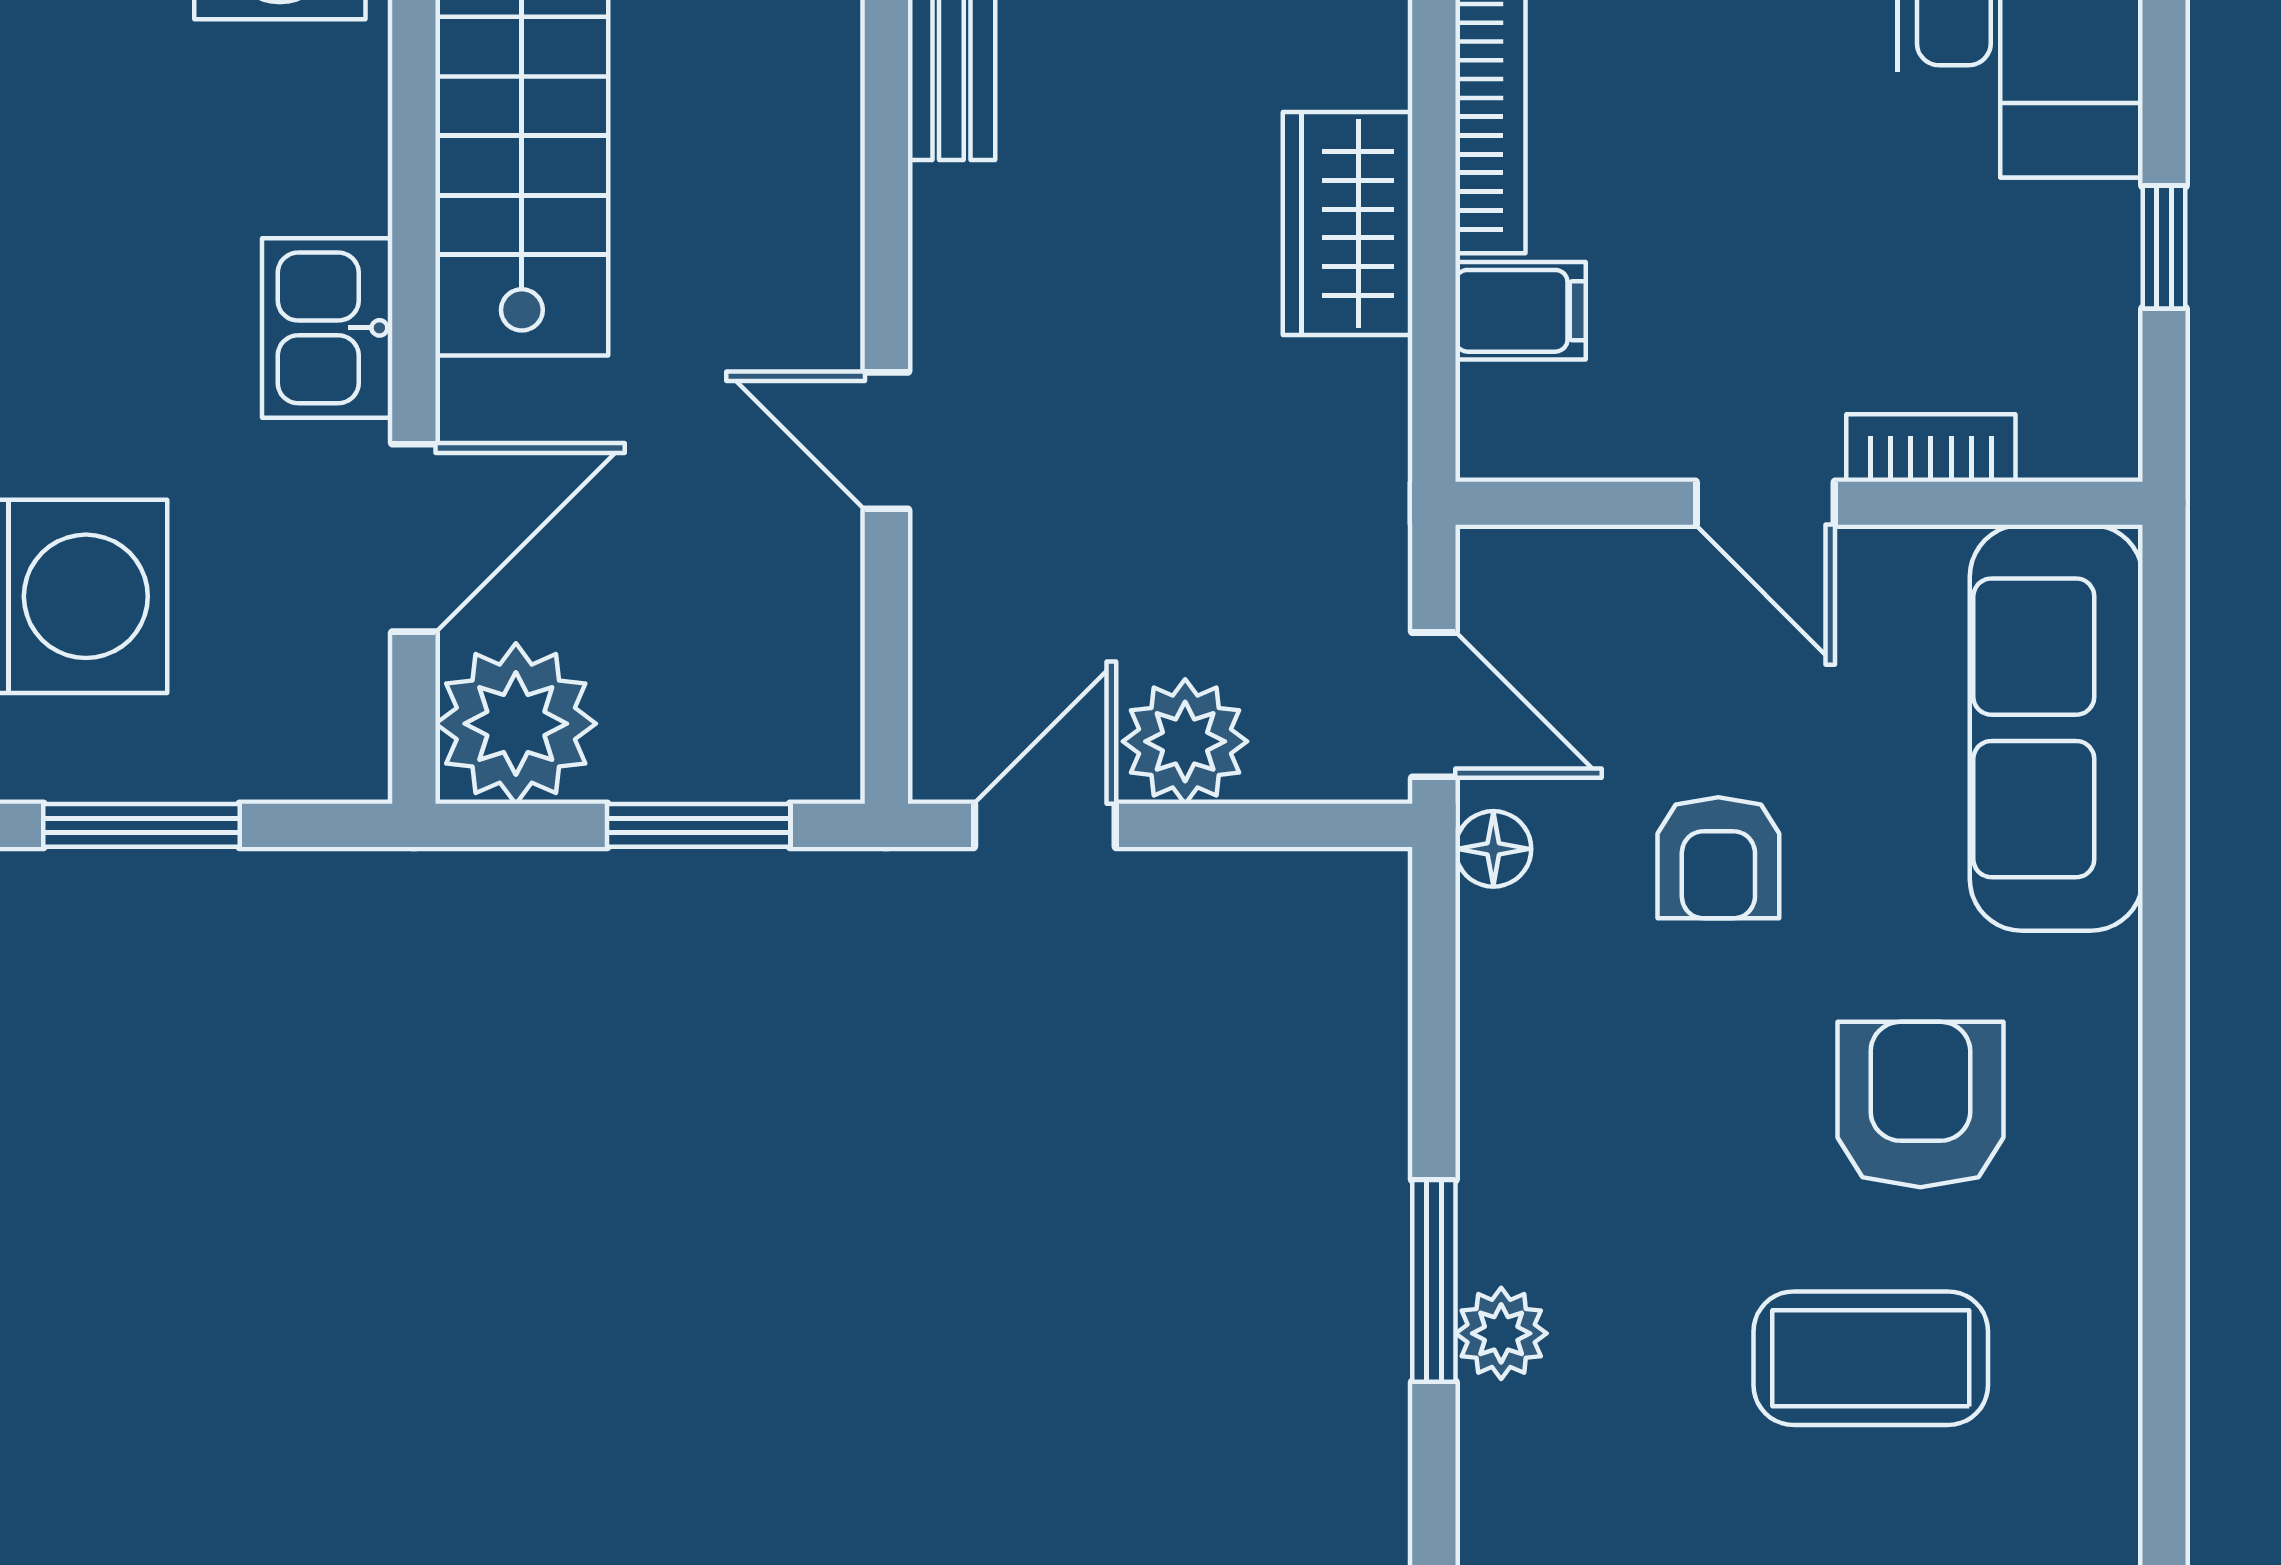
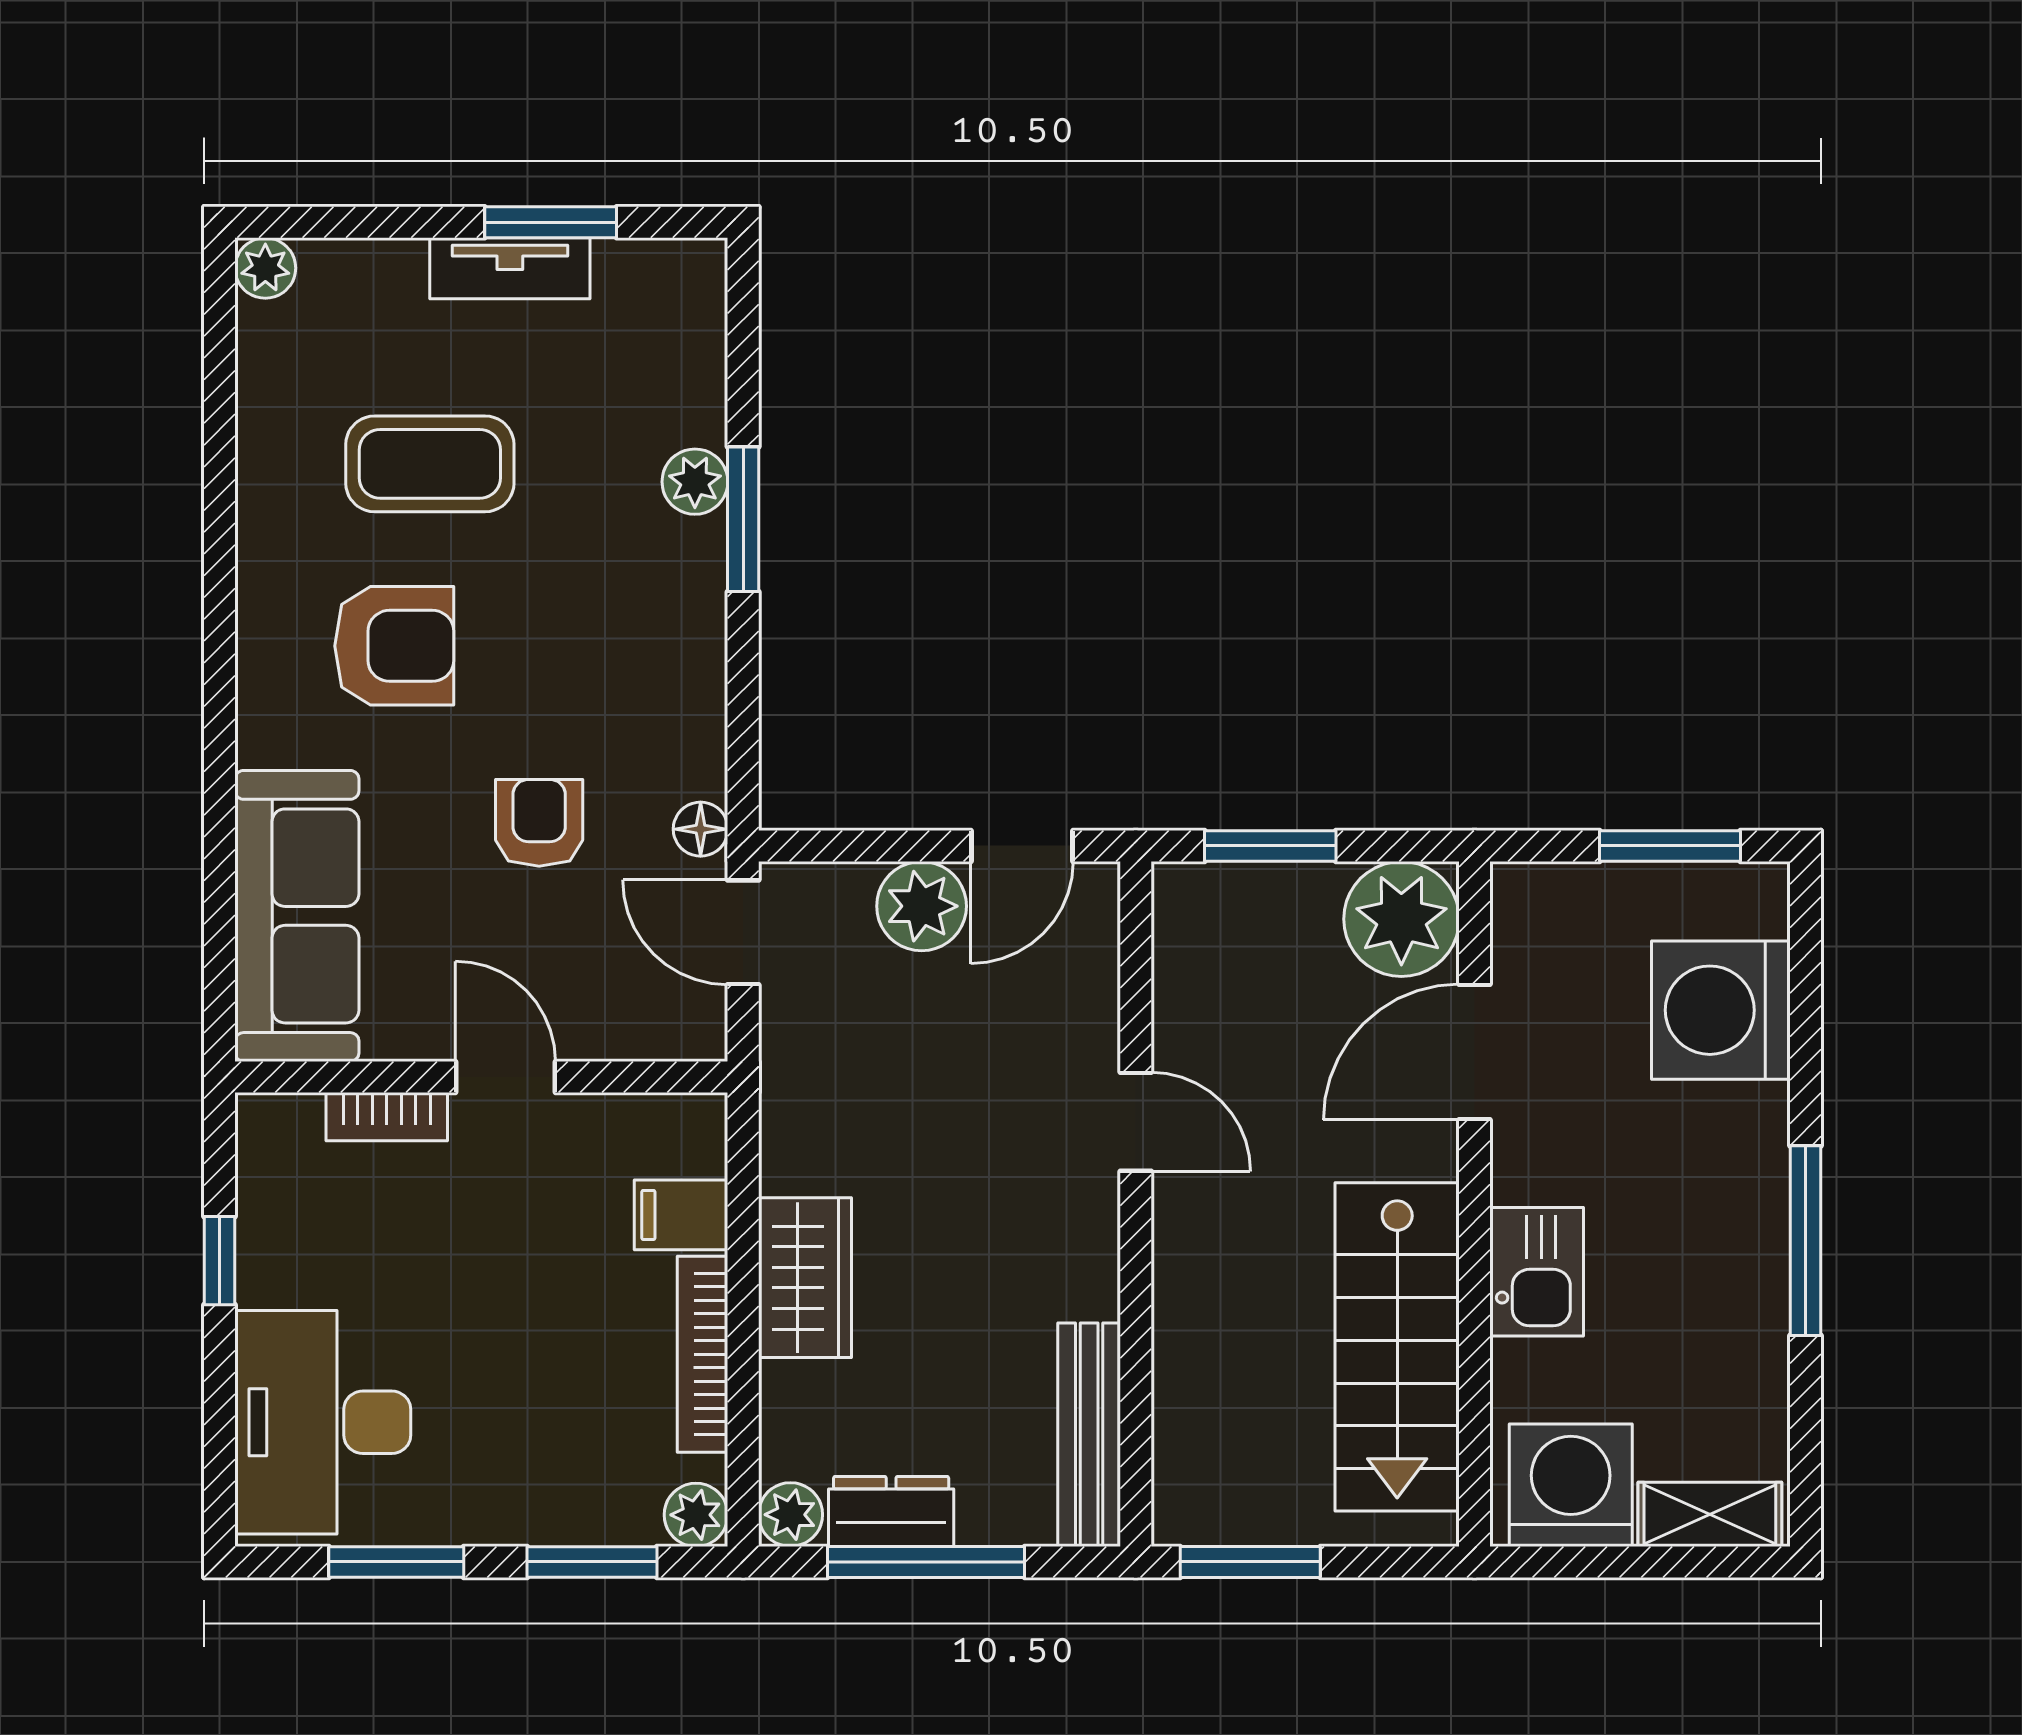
kitchen sink: (327, 328) -> (1537, 1272), moved
armchair: (1920, 1105) -> (394, 646), turned -90

